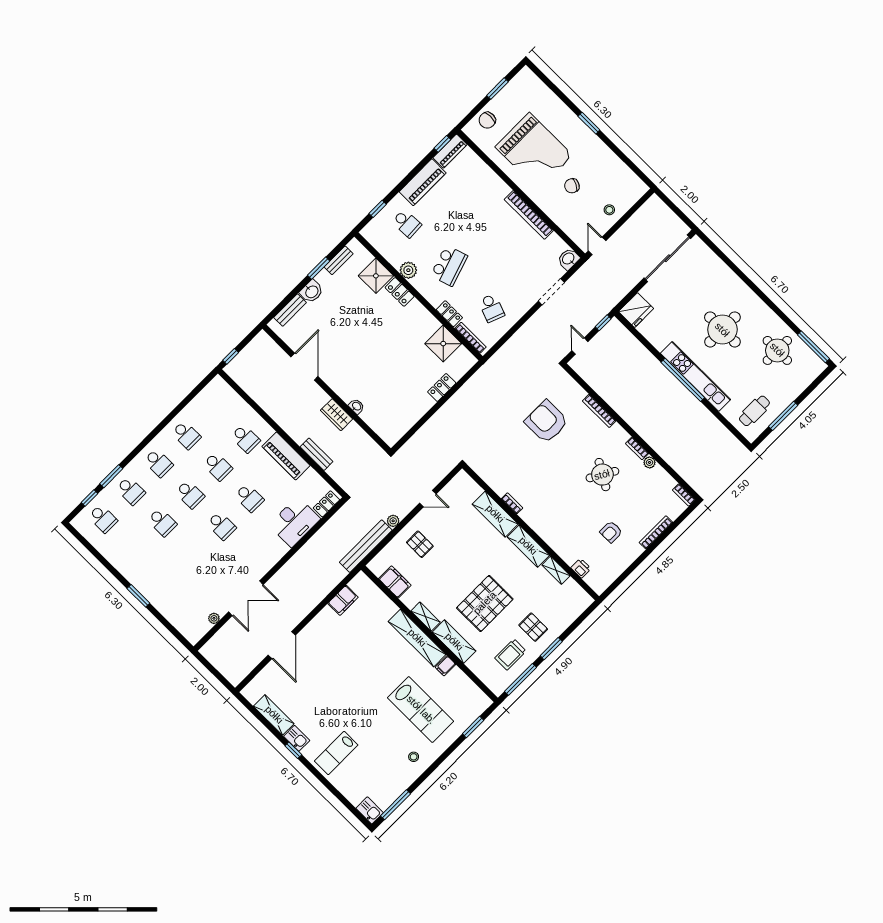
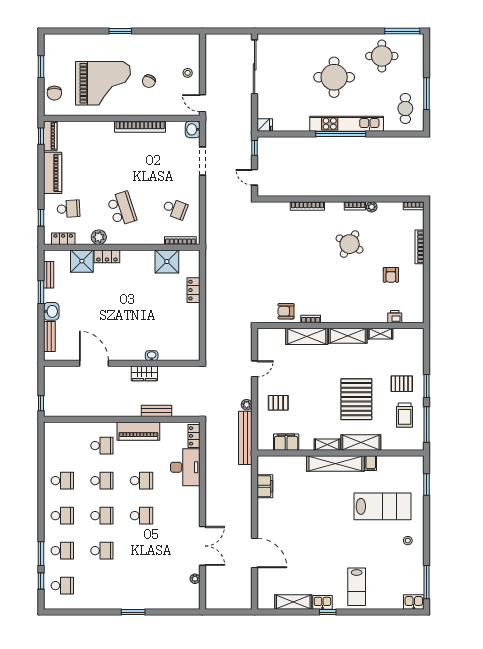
fridge: (636, 310) -> (265, 125), width x0.53, depth x0.75
locker: (449, 314) -> (63, 239), moved
armchair: (546, 422) -> (286, 311), moved, width x0.53, depth x0.53

